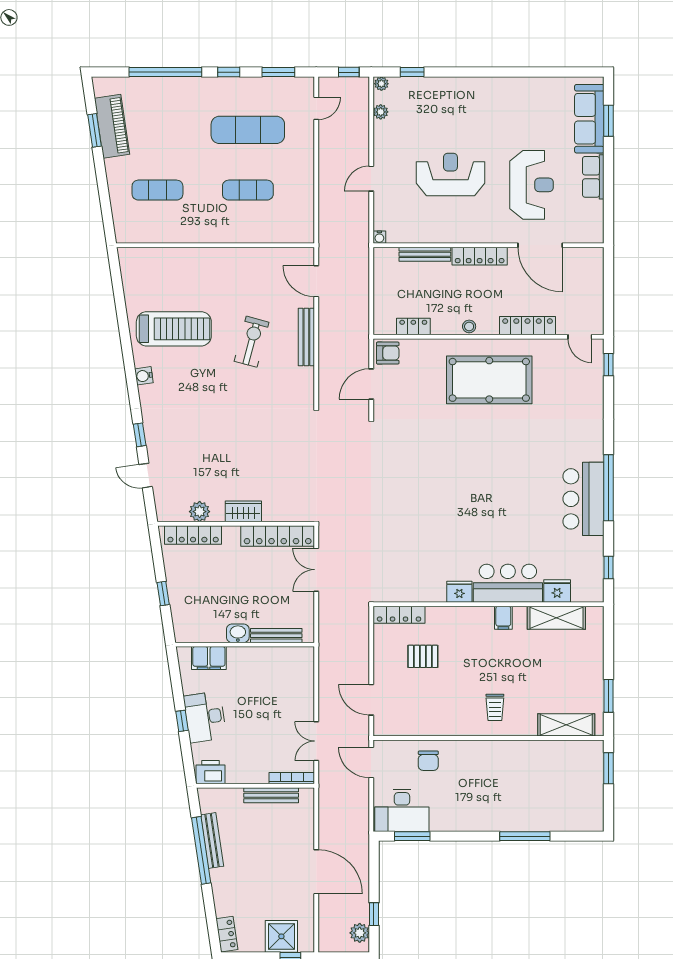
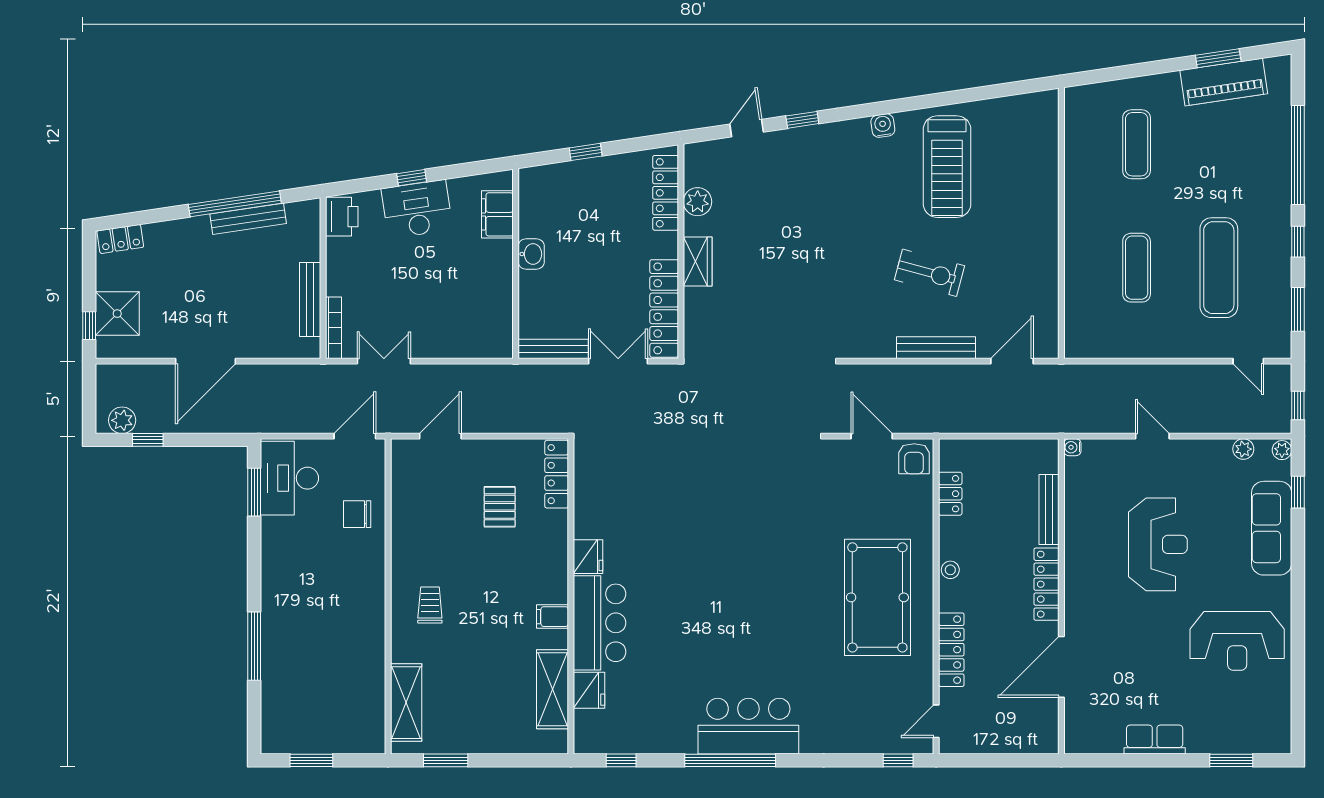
sofa: (589, 119) -> (1272, 528), moved, turned -90
reception desk: (531, 185) -> (1237, 641), moved
bar counter: (584, 499) -> (748, 726), moved
bench: (276, 636) -> (553, 349), moved, turned 90
trolley: (495, 707) -> (430, 605), turned 90
window: (609, 768) -> (311, 760), moved

